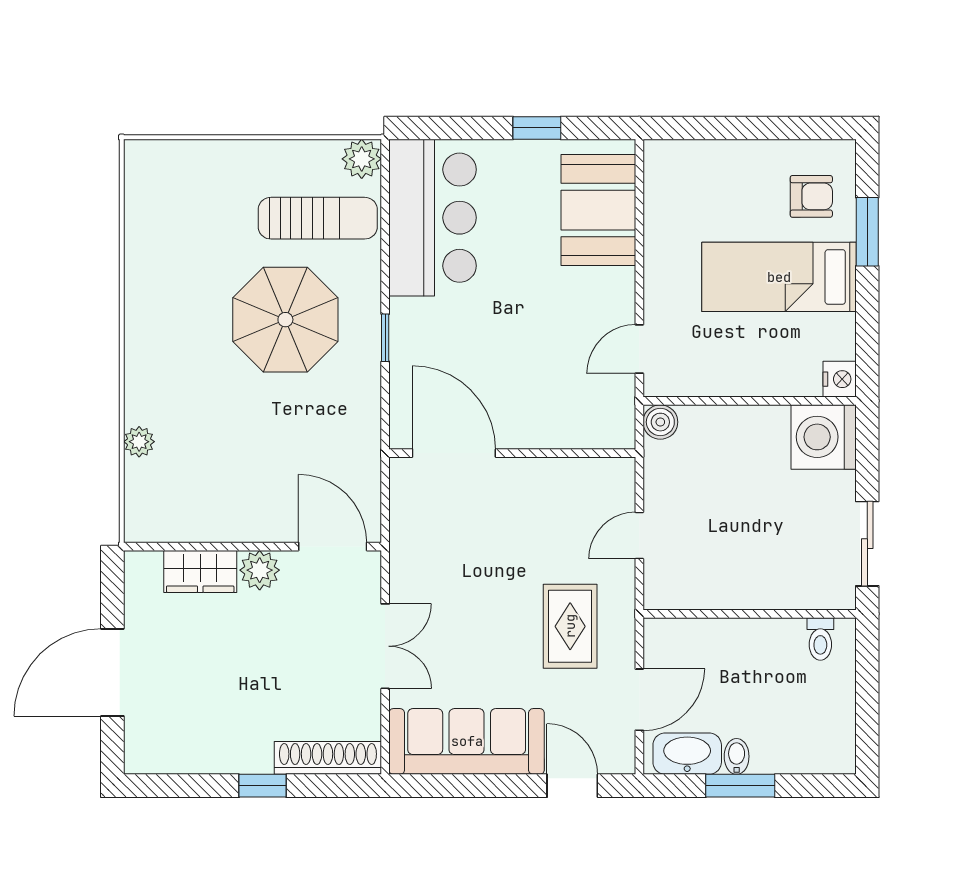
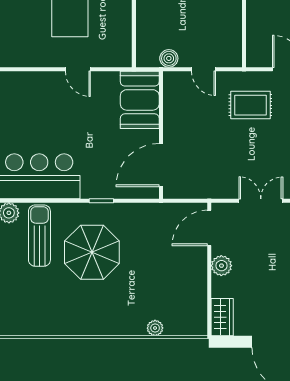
booth: (598, 210) -> (140, 100), moved, turned 90
door: (639, 349) -> (78, 69), moved
boiler: (660, 422) -> (169, 58), moved
wardrobe: (200, 571) -> (222, 317), moved

